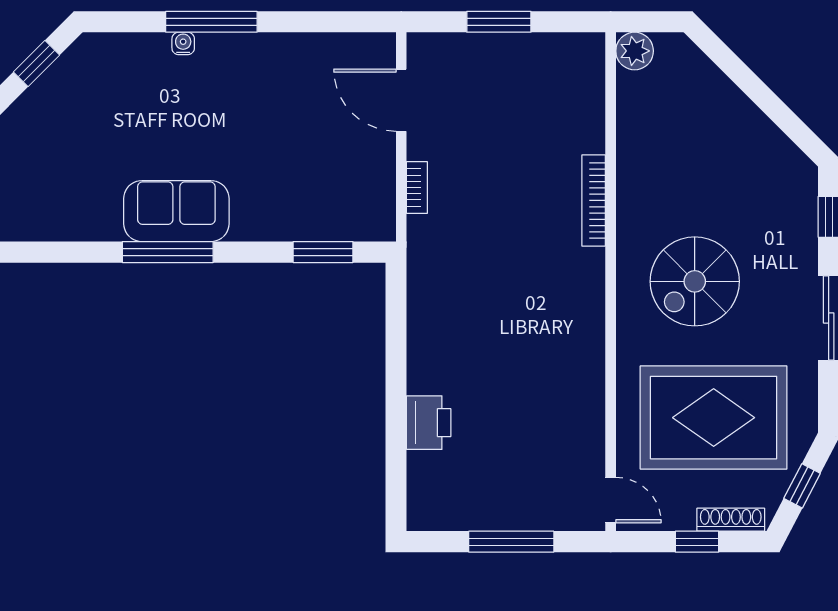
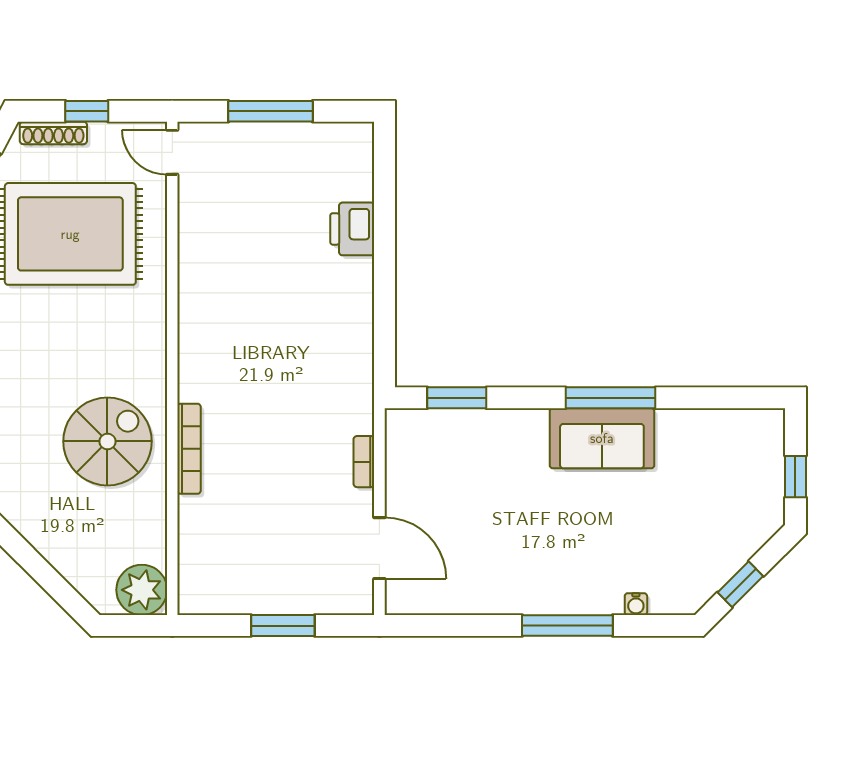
water cooler: (183, 43) -> (636, 604), moved
plant: (635, 51) -> (142, 590), width x1.36, depth x1.36
spiral stairs: (695, 281) -> (107, 441), moved

